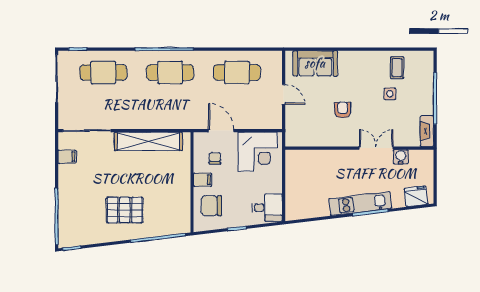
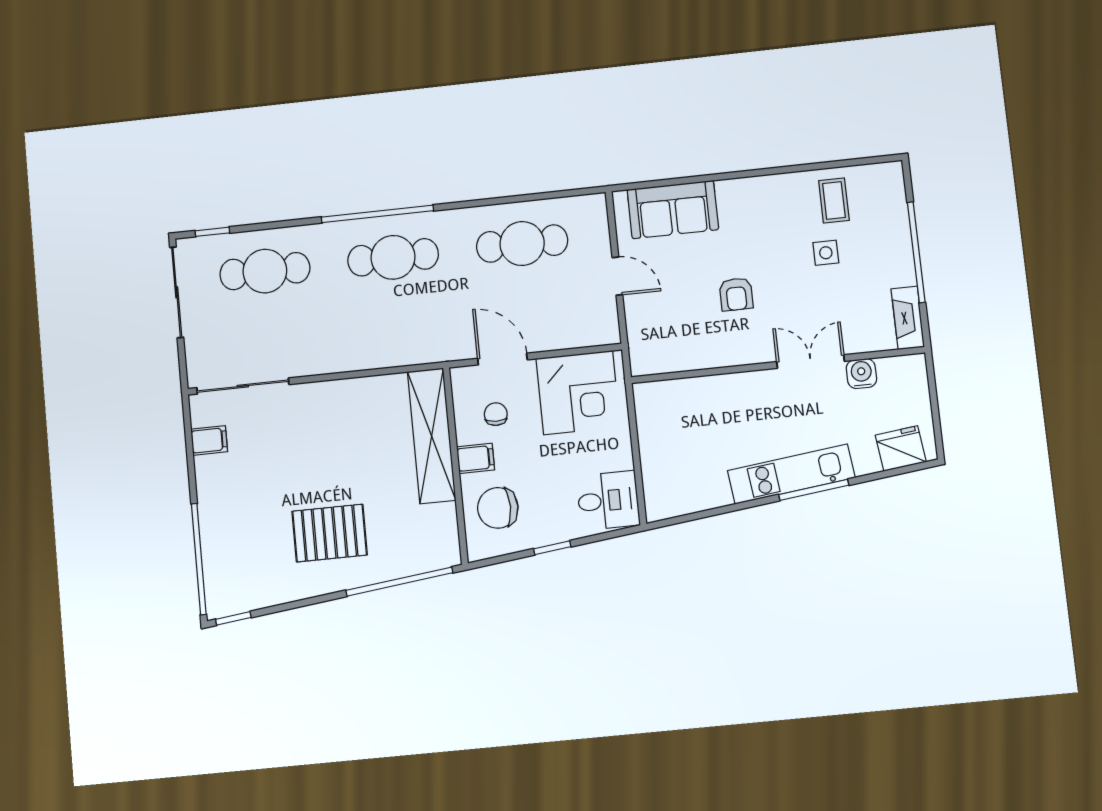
armchair: (343, 110) -> (736, 294), turned 180
shelving: (148, 141) -> (432, 436), moved, turned 90

